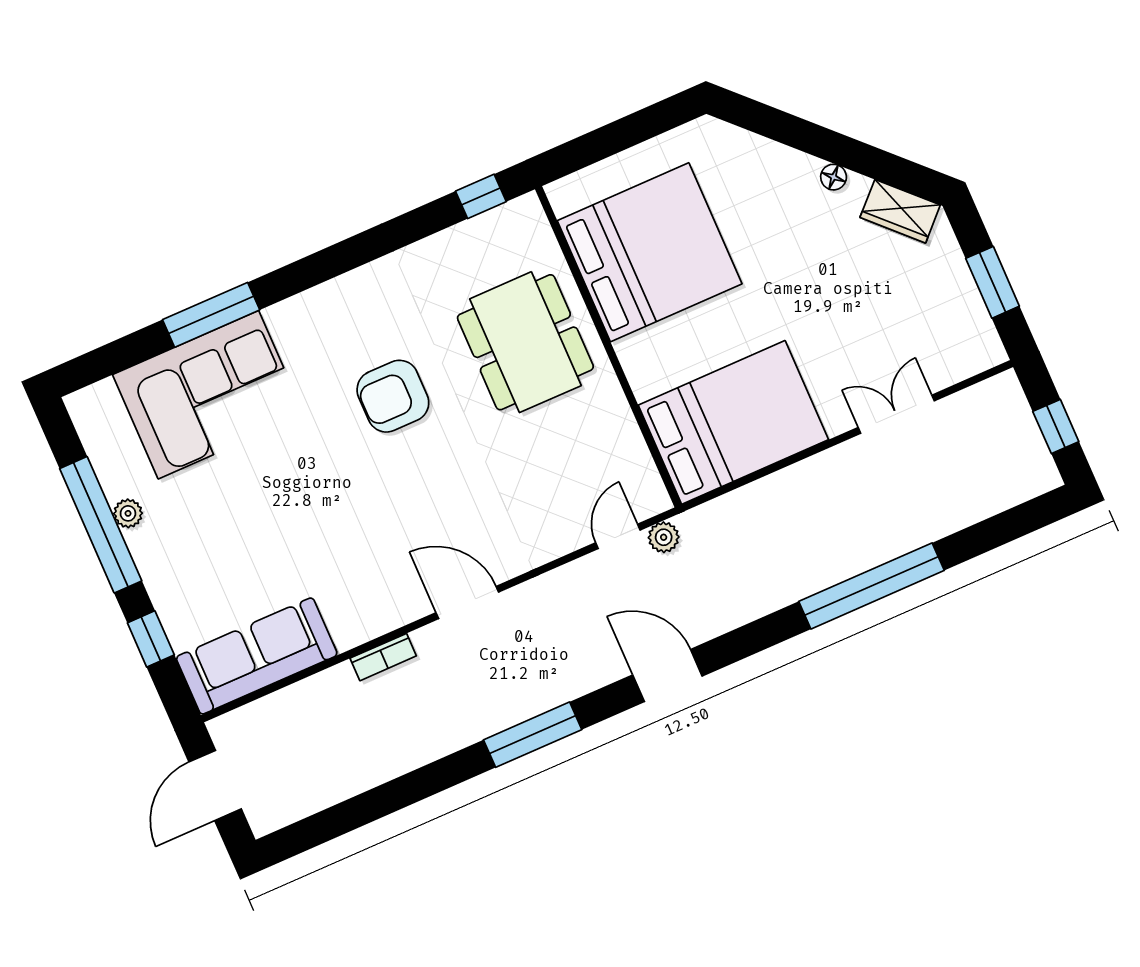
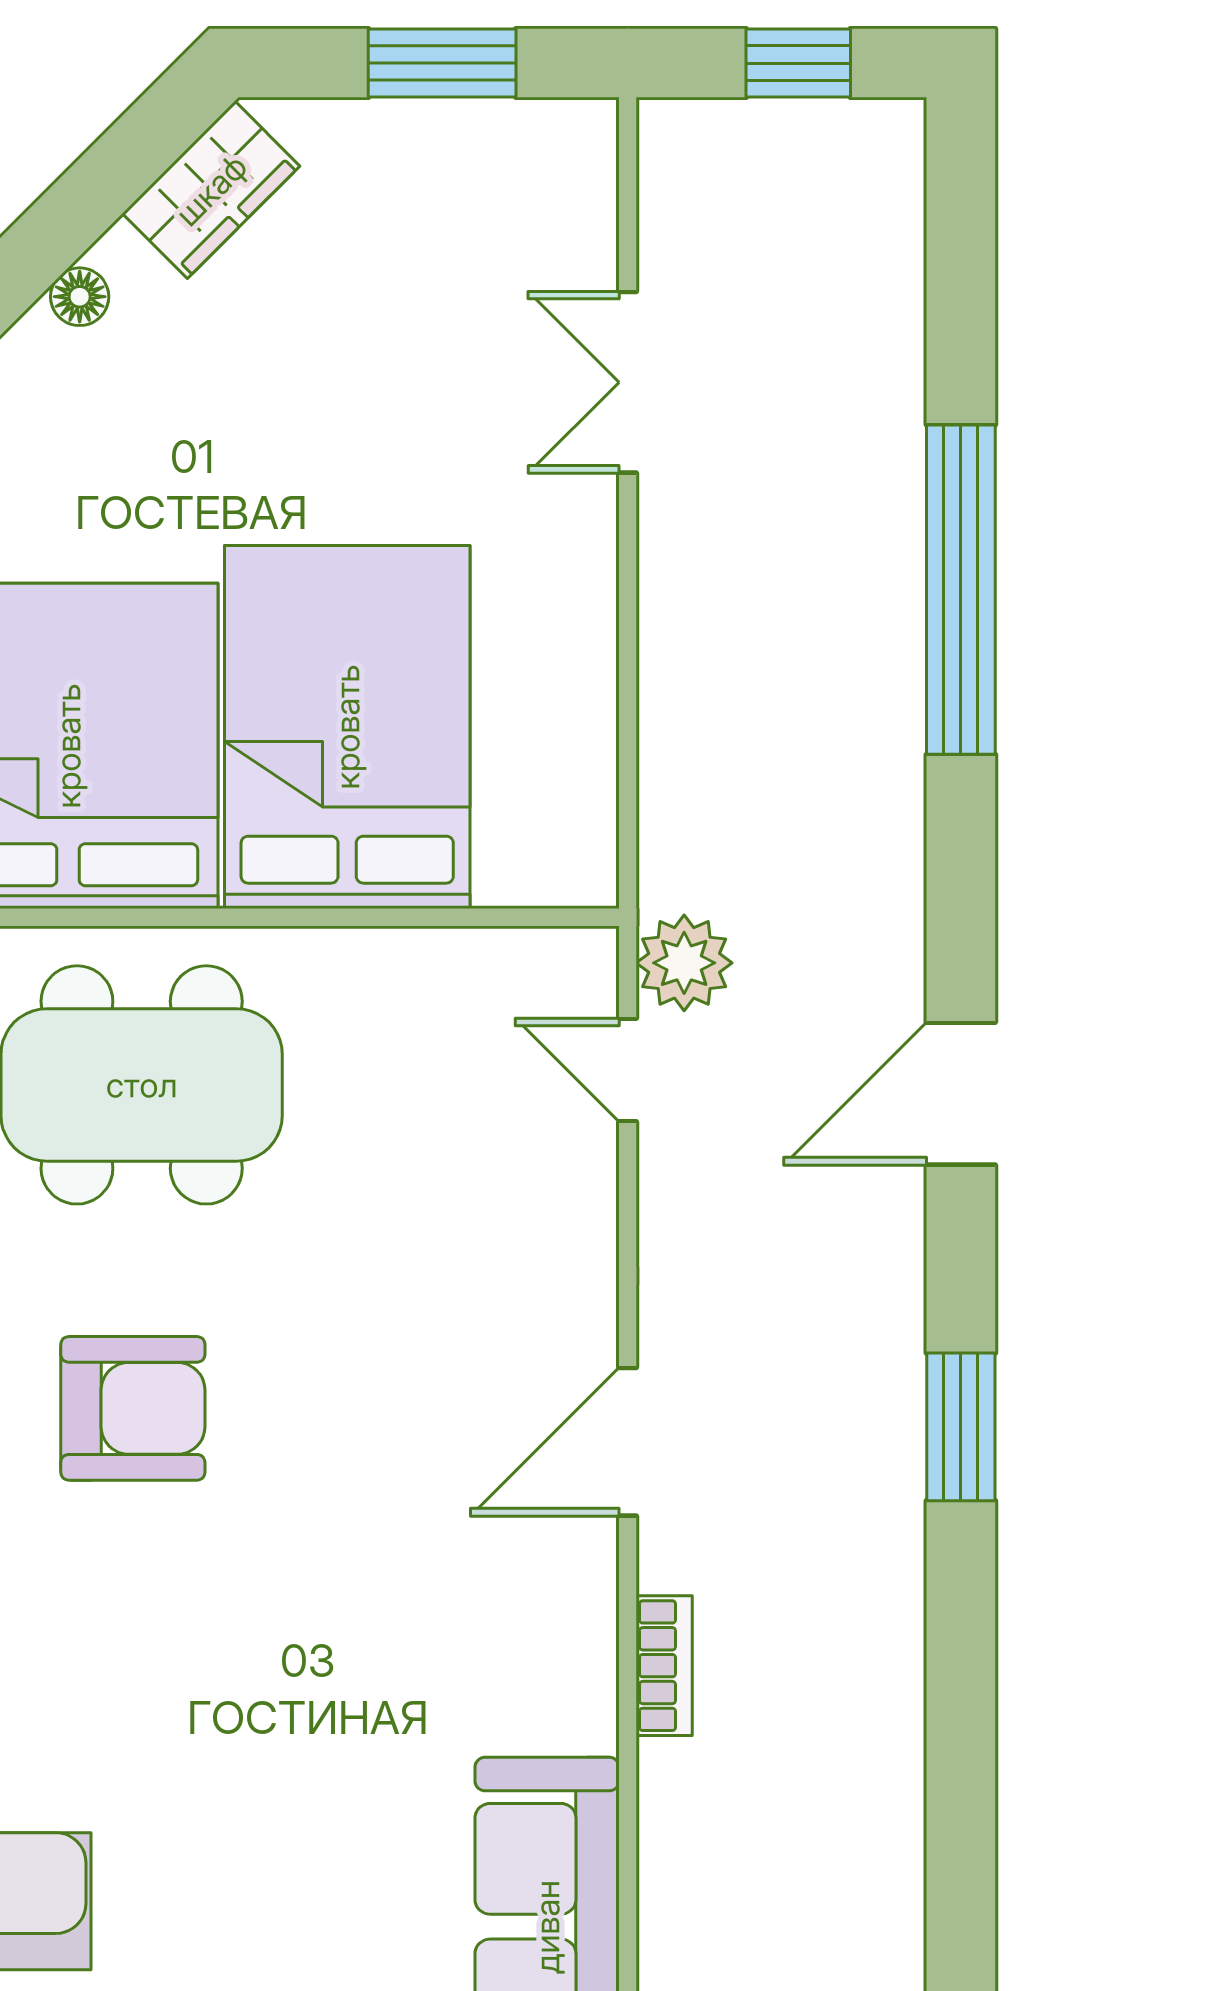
armchair: (393, 396) -> (133, 1408), turned -90
bed: (733, 422) -> (347, 727), moved
plant: (664, 537) -> (684, 963), width x1.38, depth x1.38
window: (533, 735) -> (961, 1427), width x0.69

